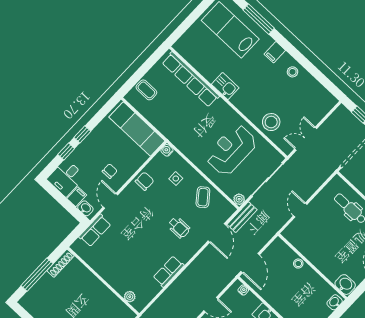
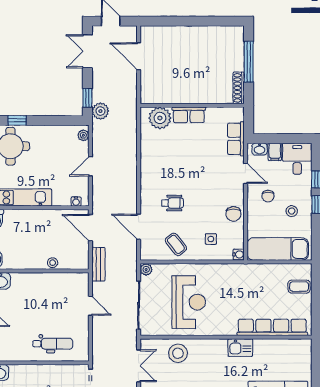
stool: (103, 146) -> (292, 211), added
bench: (242, 217) -> (98, 264), moved
wheelchair: (179, 227) -> (172, 203), turned 180
row of seats: (169, 271) -> (189, 115), moved, turned 90
plant: (130, 297) -> (160, 118), width x1.88, depth x1.88

